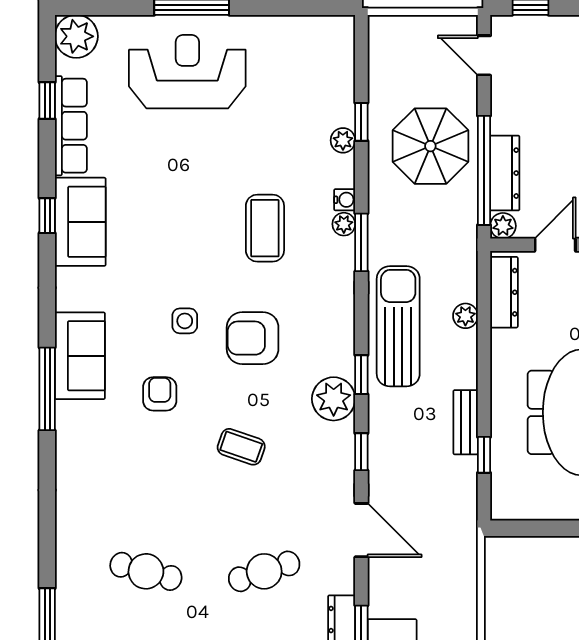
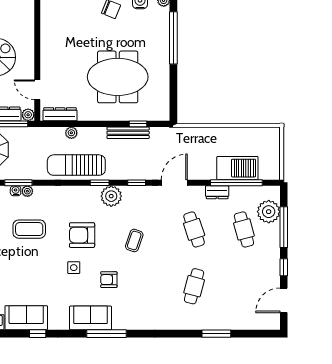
window: (47, 216) -> (38, 334), moved
window: (361, 242) -> (18, 183), moved
armchair: (253, 338) -> (82, 235), turned 90
bench: (466, 422) -> (128, 133), width x1.36

